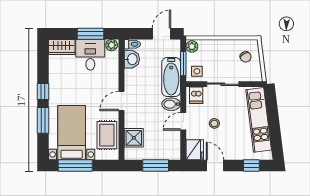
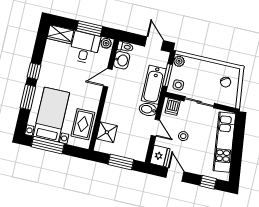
door: (162, 34) -> (154, 43), hinge flipped
door: (122, 101) -> (108, 78), moved
door: (183, 121) -> (155, 128), swing flipped

